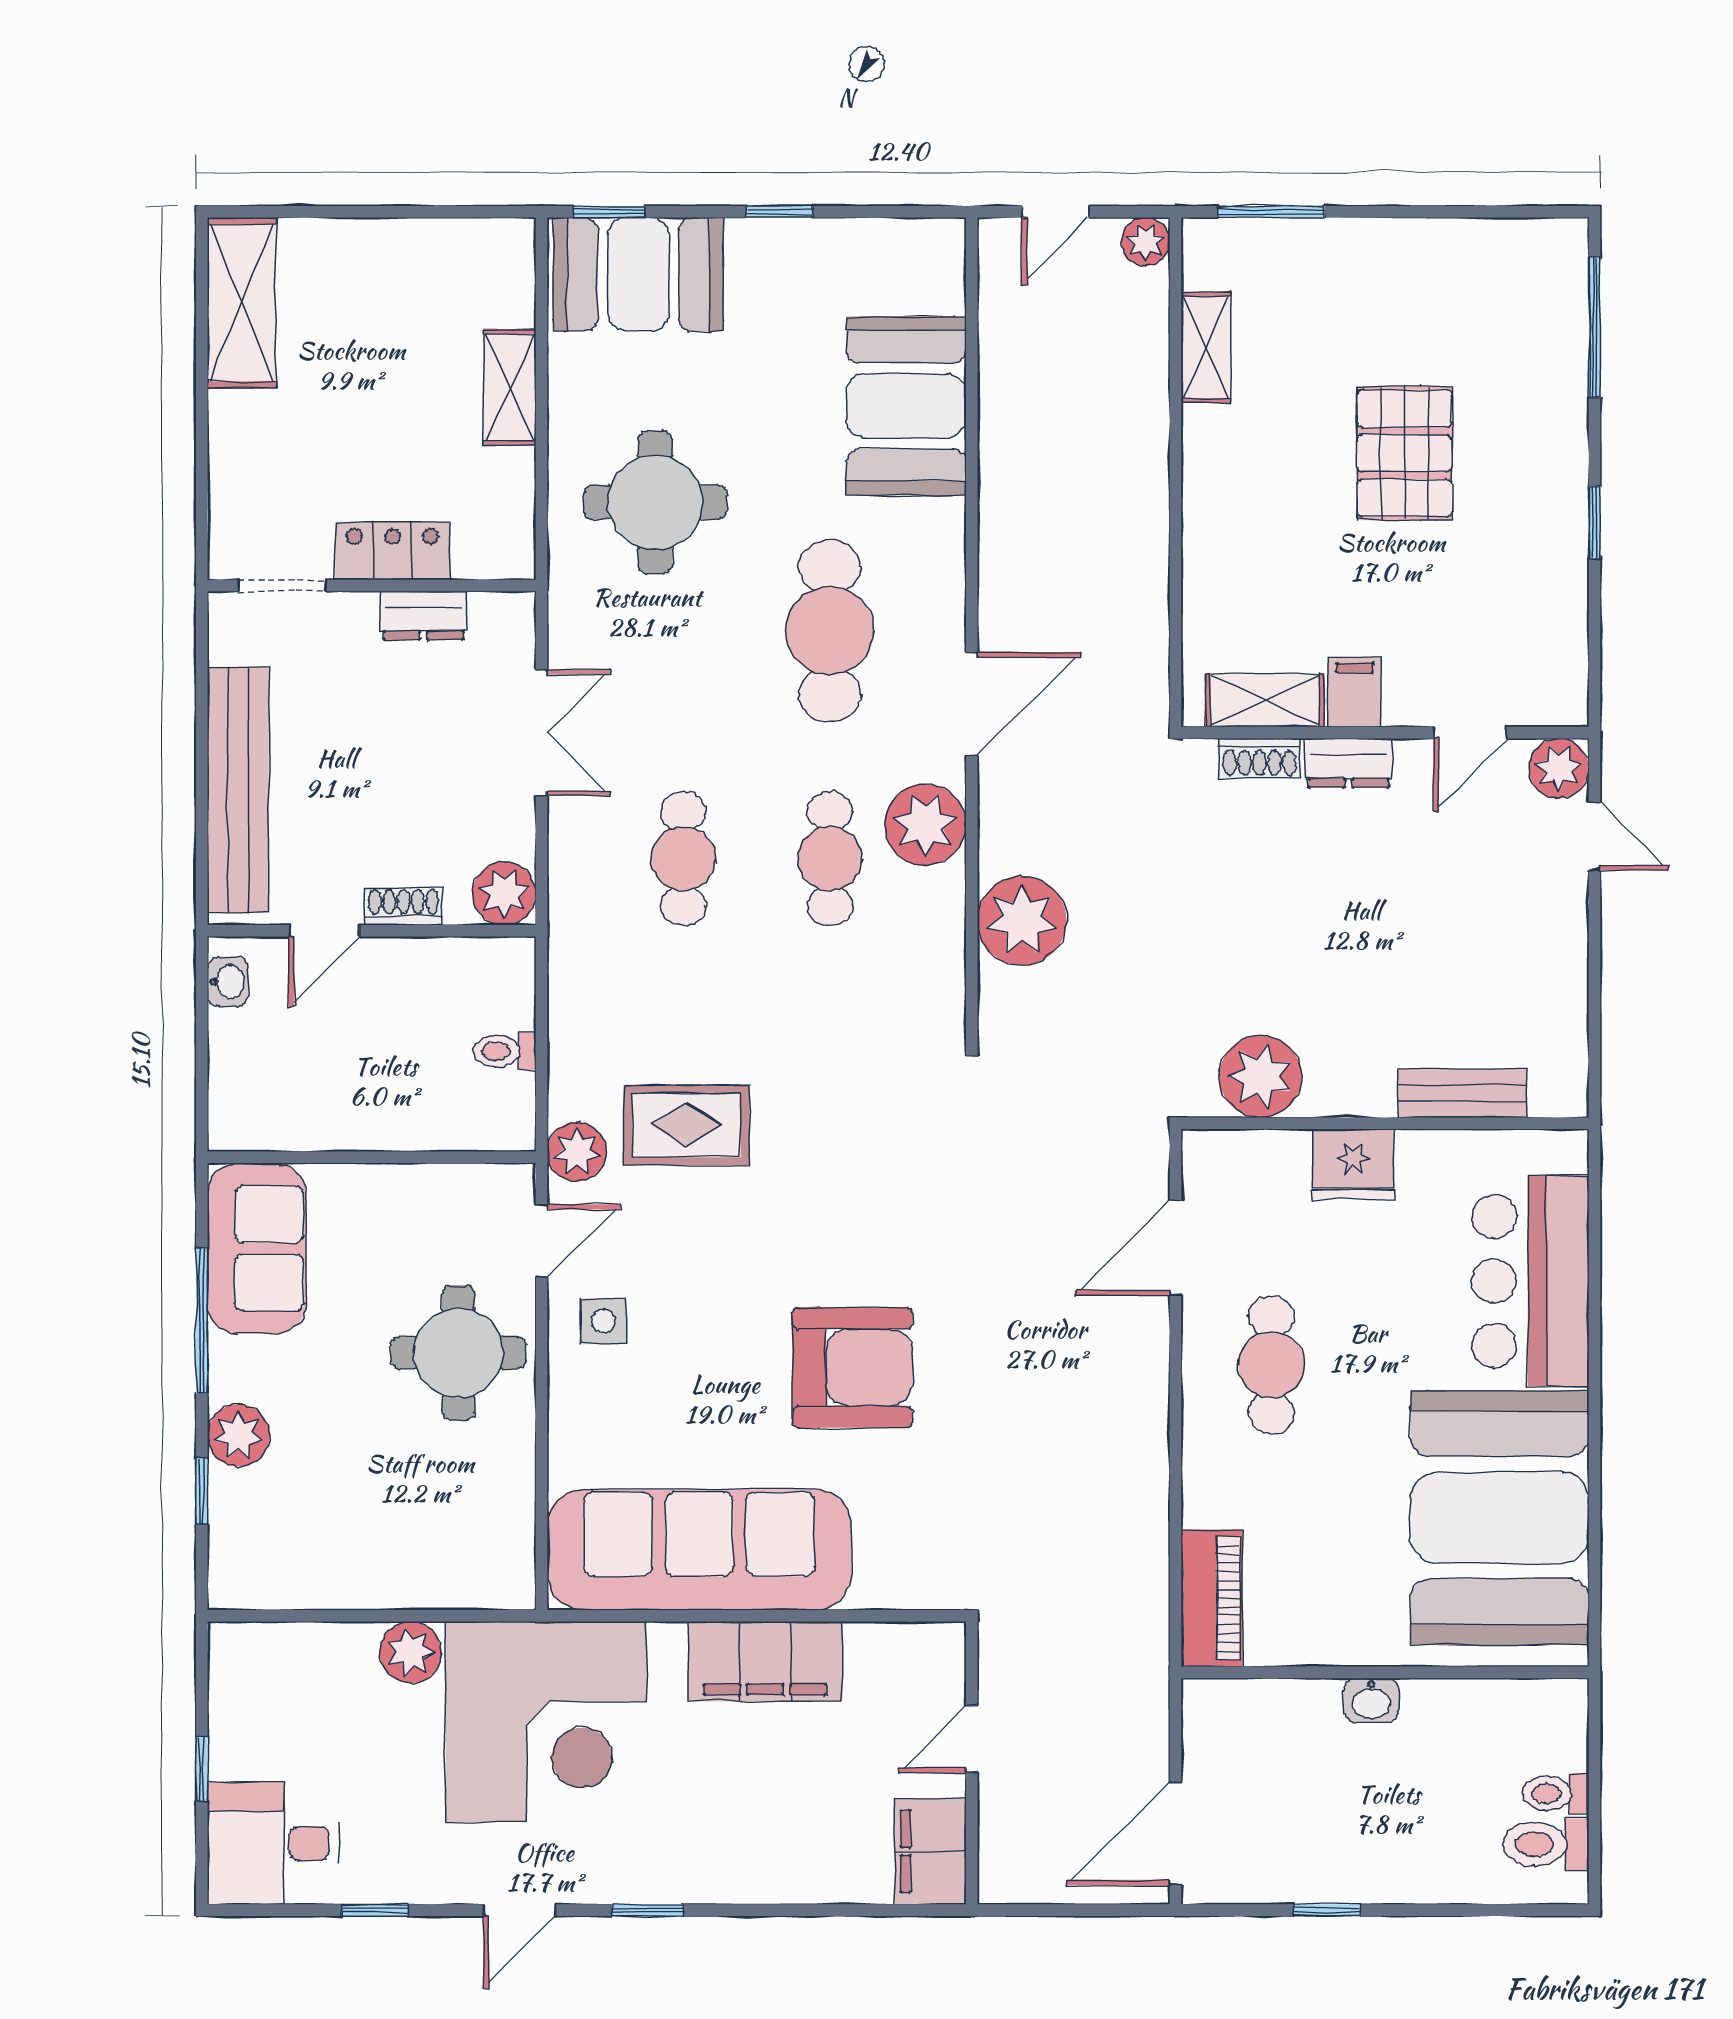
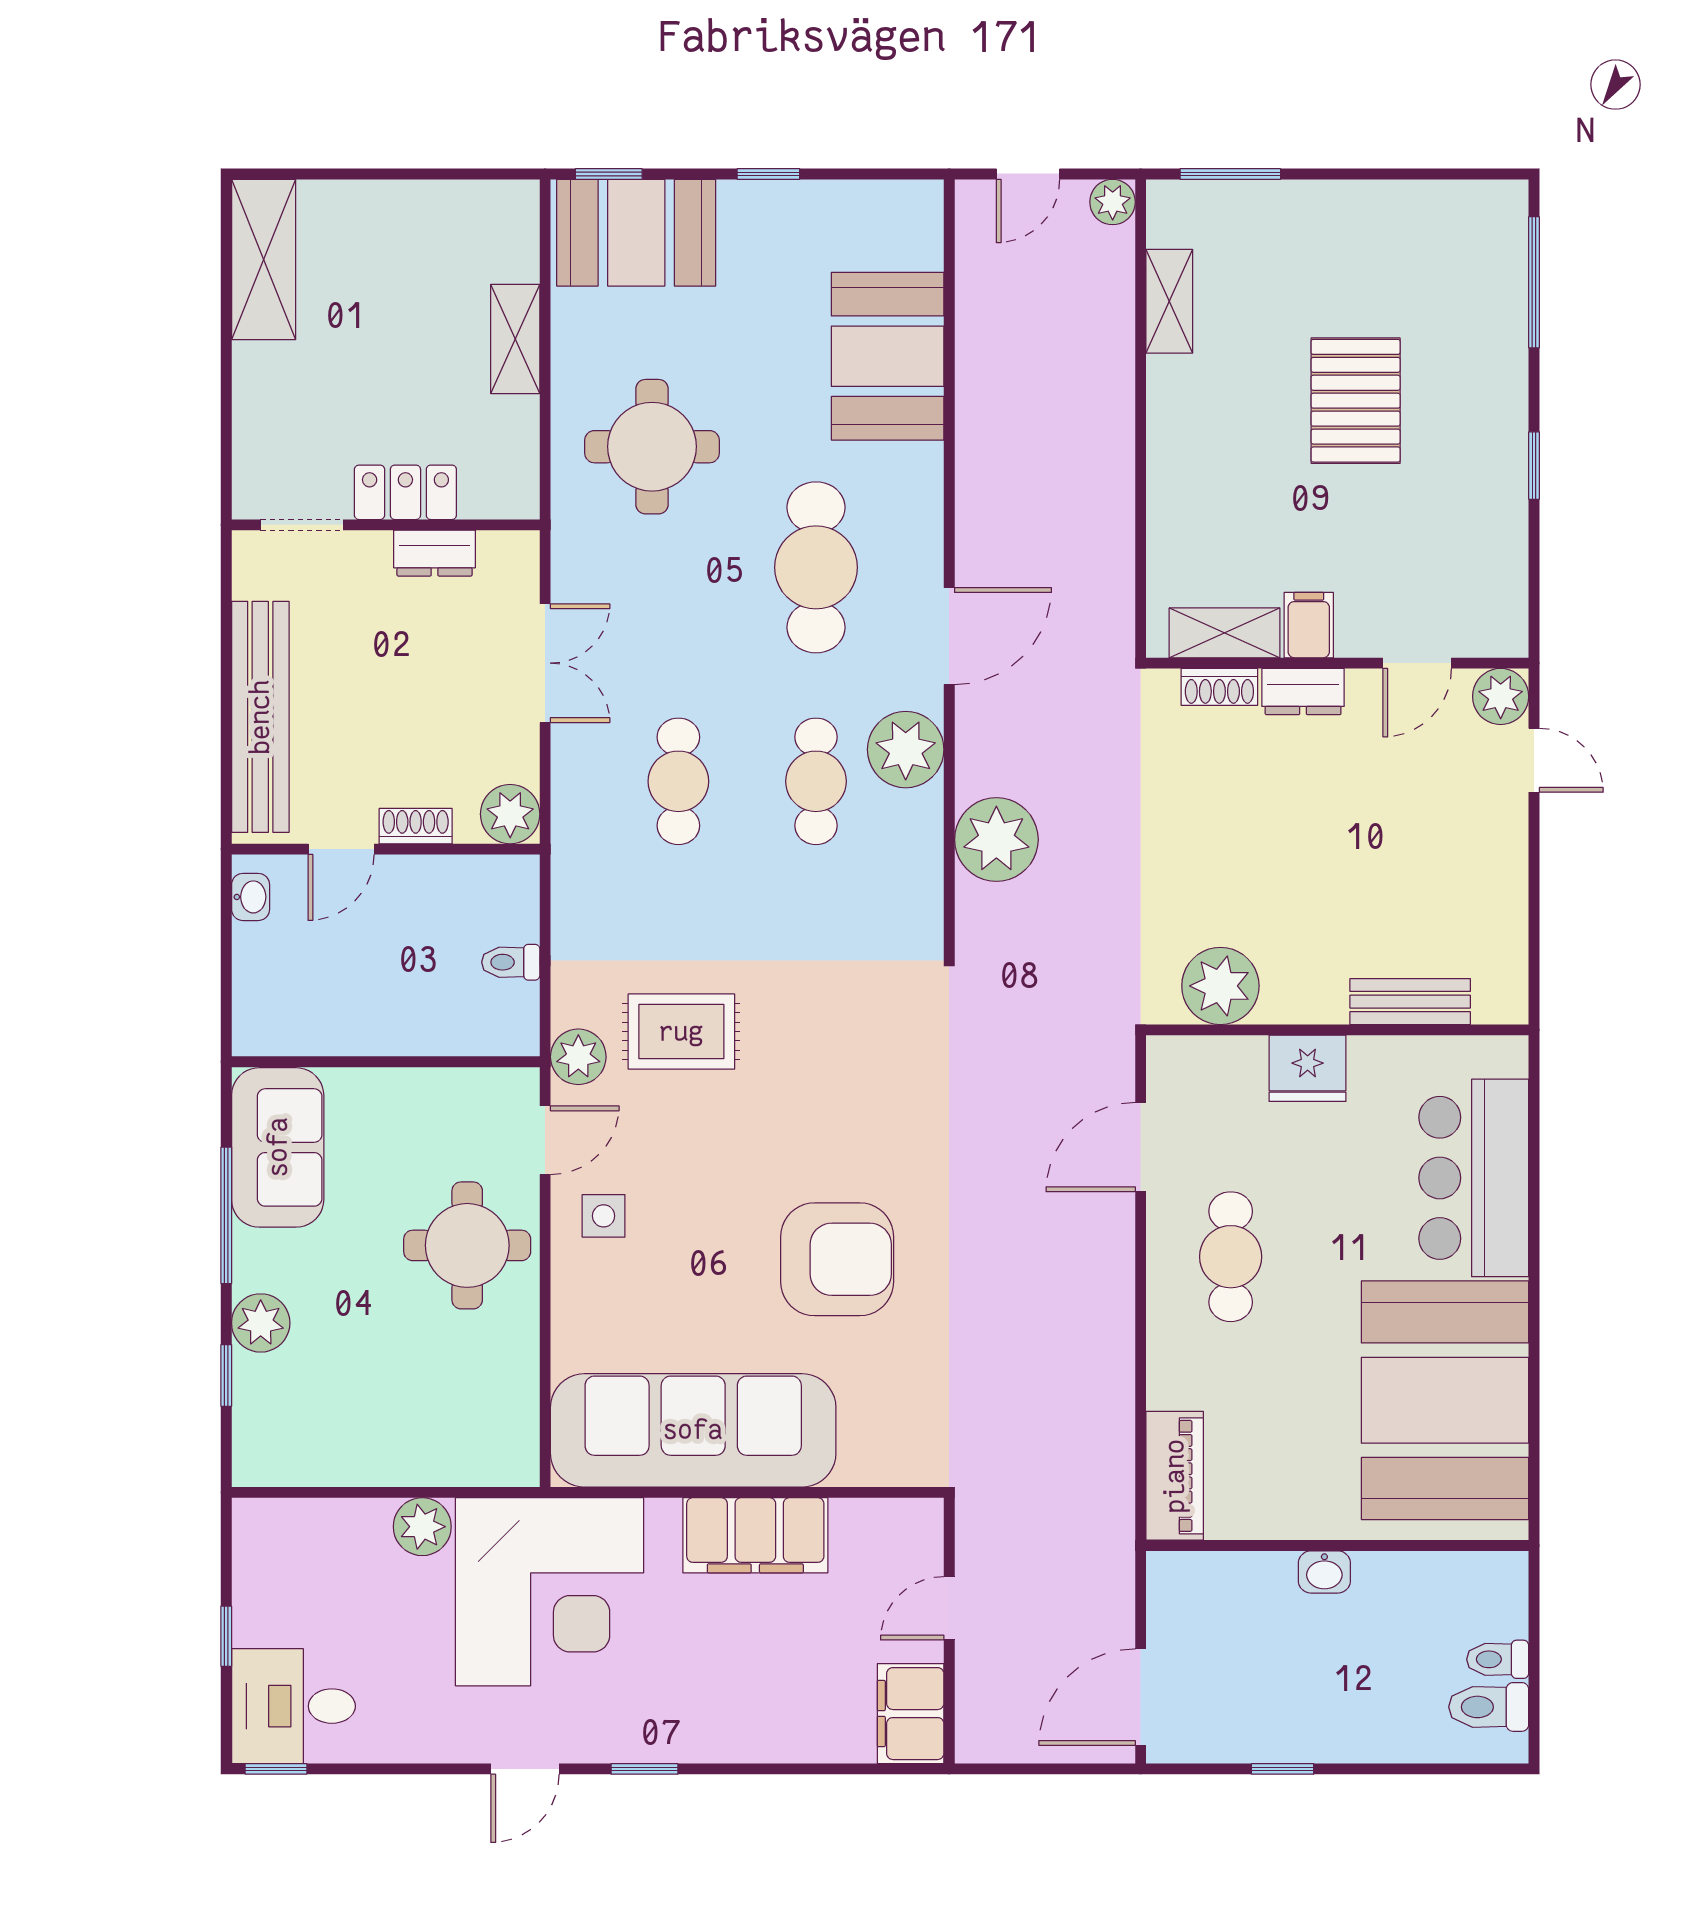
window: (375, 1910) -> (276, 1769), moved

